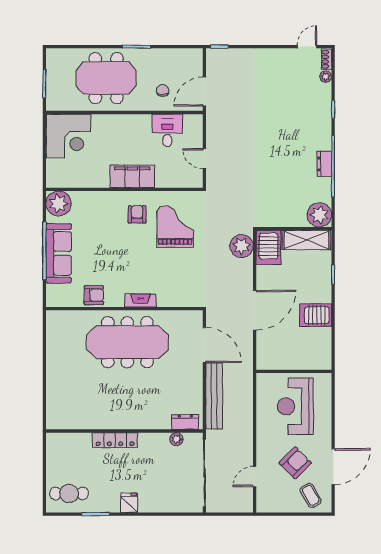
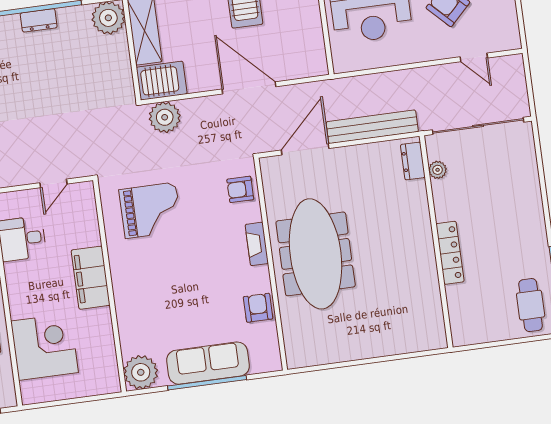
corner desk: (69, 136) -> (45, 347), moved
armchair: (137, 214) -> (240, 189), moved
grand piano: (175, 227) -> (150, 210), turned 180
fridge: (129, 503) -> (532, 222), removed

